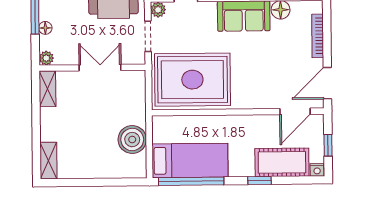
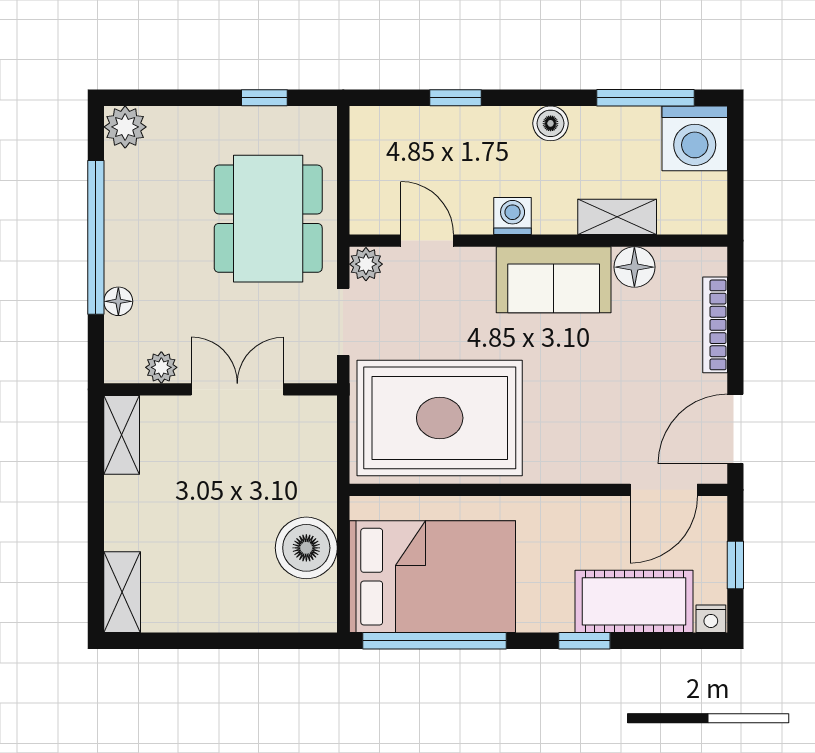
plant: (46, 58) -> (161, 367), moved
bed: (190, 161) -> (432, 577), width x1.50

